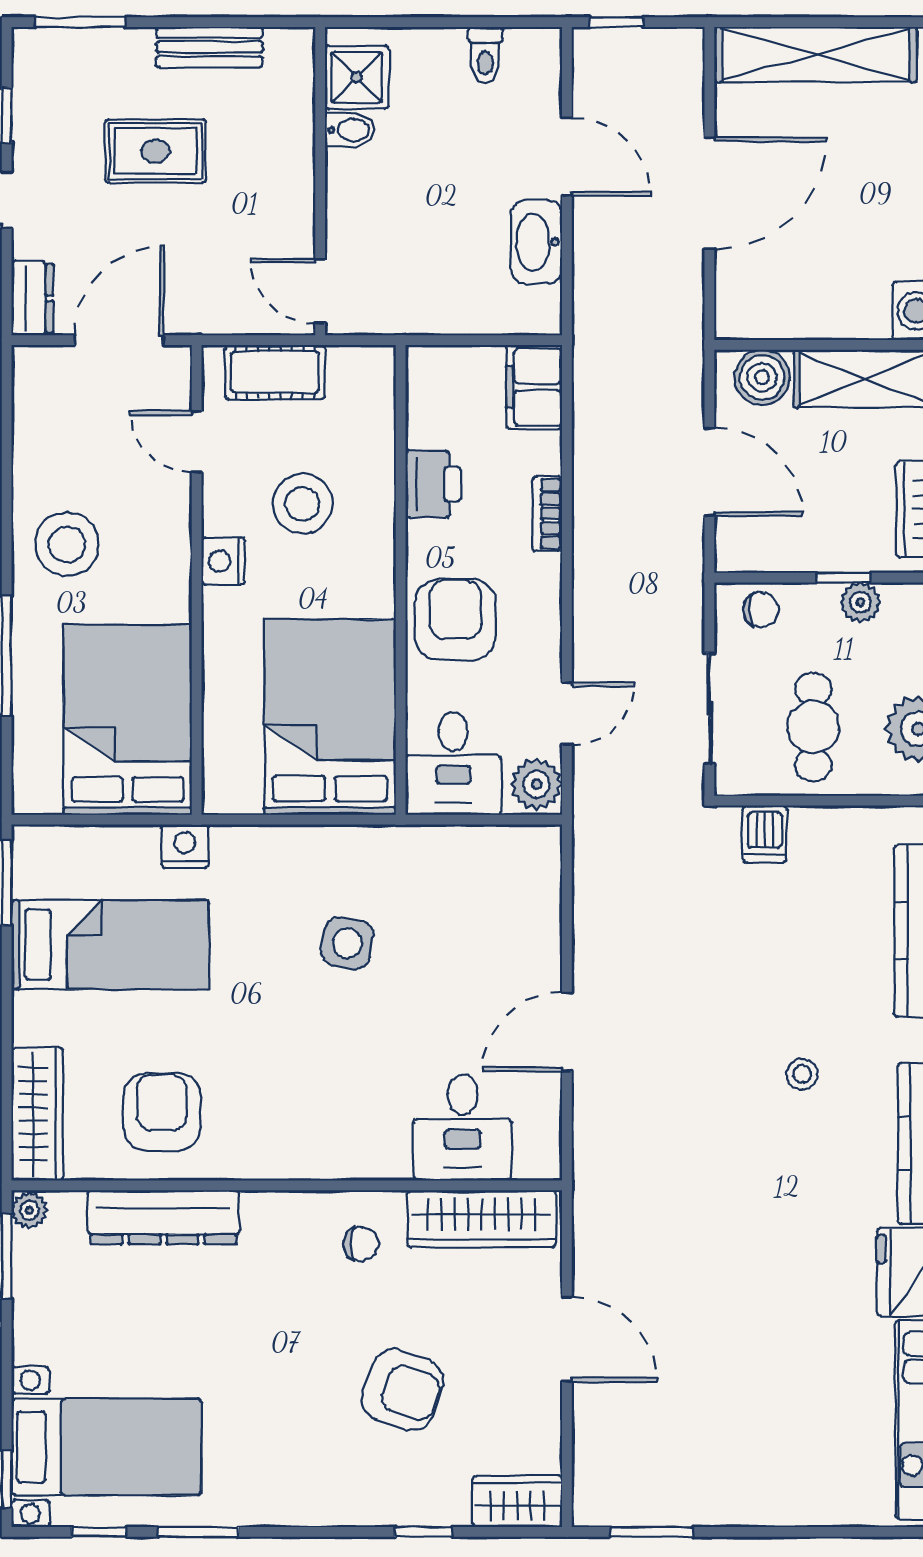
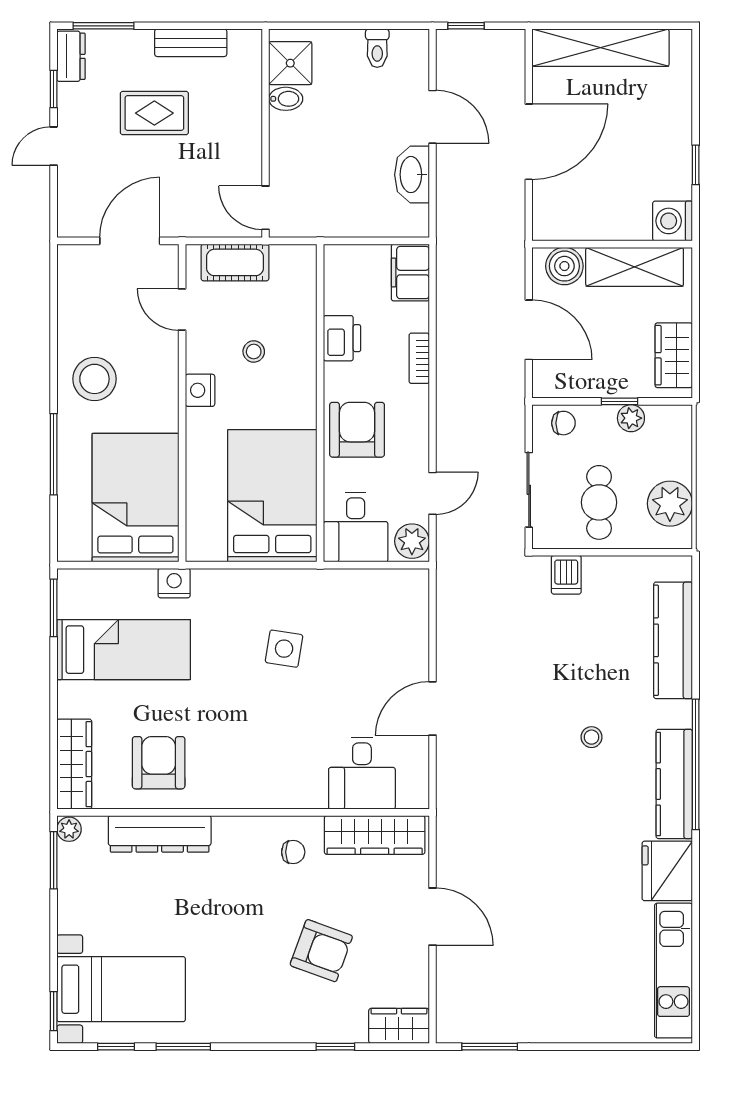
dresser: (32, 298) -> (71, 56), moved
stool: (303, 504) -> (254, 351), width x0.53, depth x0.53

